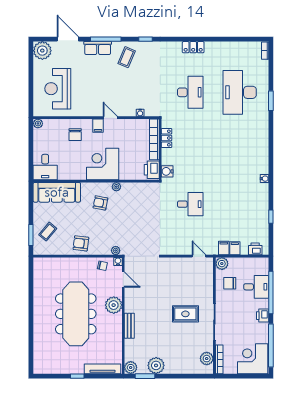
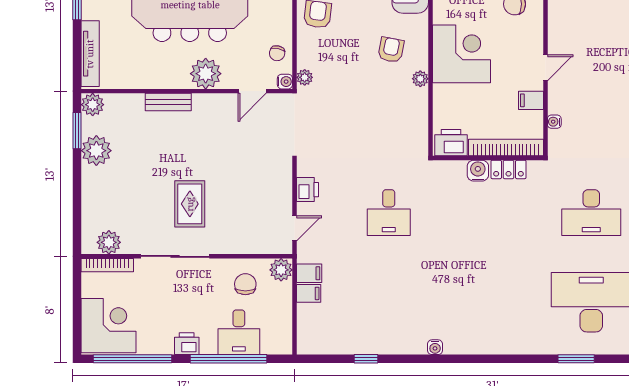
filing cabinet: (98, 126) -> (531, 100), moved
water cooler: (167, 171) -> (478, 171), moved
printer: (255, 249) -> (308, 190), moved

